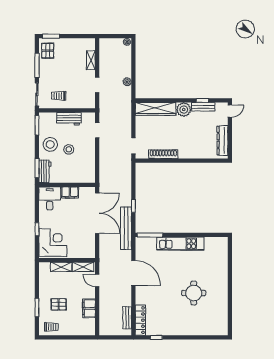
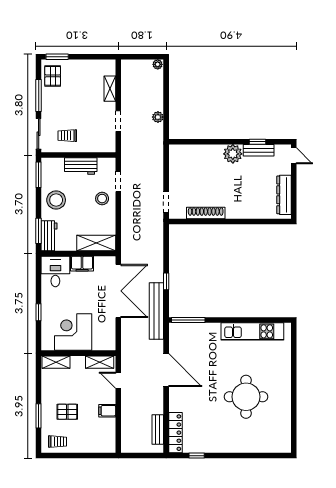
wardrobe: (156, 109) -> (196, 153), removed
door: (230, 111) -> (294, 156), hinge flipped
stool: (69, 149) -> (102, 199), moved
shelving: (81, 177) -> (96, 243), added
corner desk: (53, 243) -> (73, 332), moved, turned -90
kitchen unit: (180, 244) -> (252, 331), moved
shelving: (61, 267) -> (56, 362), moved
round table: (194, 293) -> (246, 397), width x1.36, depth x1.36
filing cabinet: (89, 308) -> (107, 411), width x0.50

